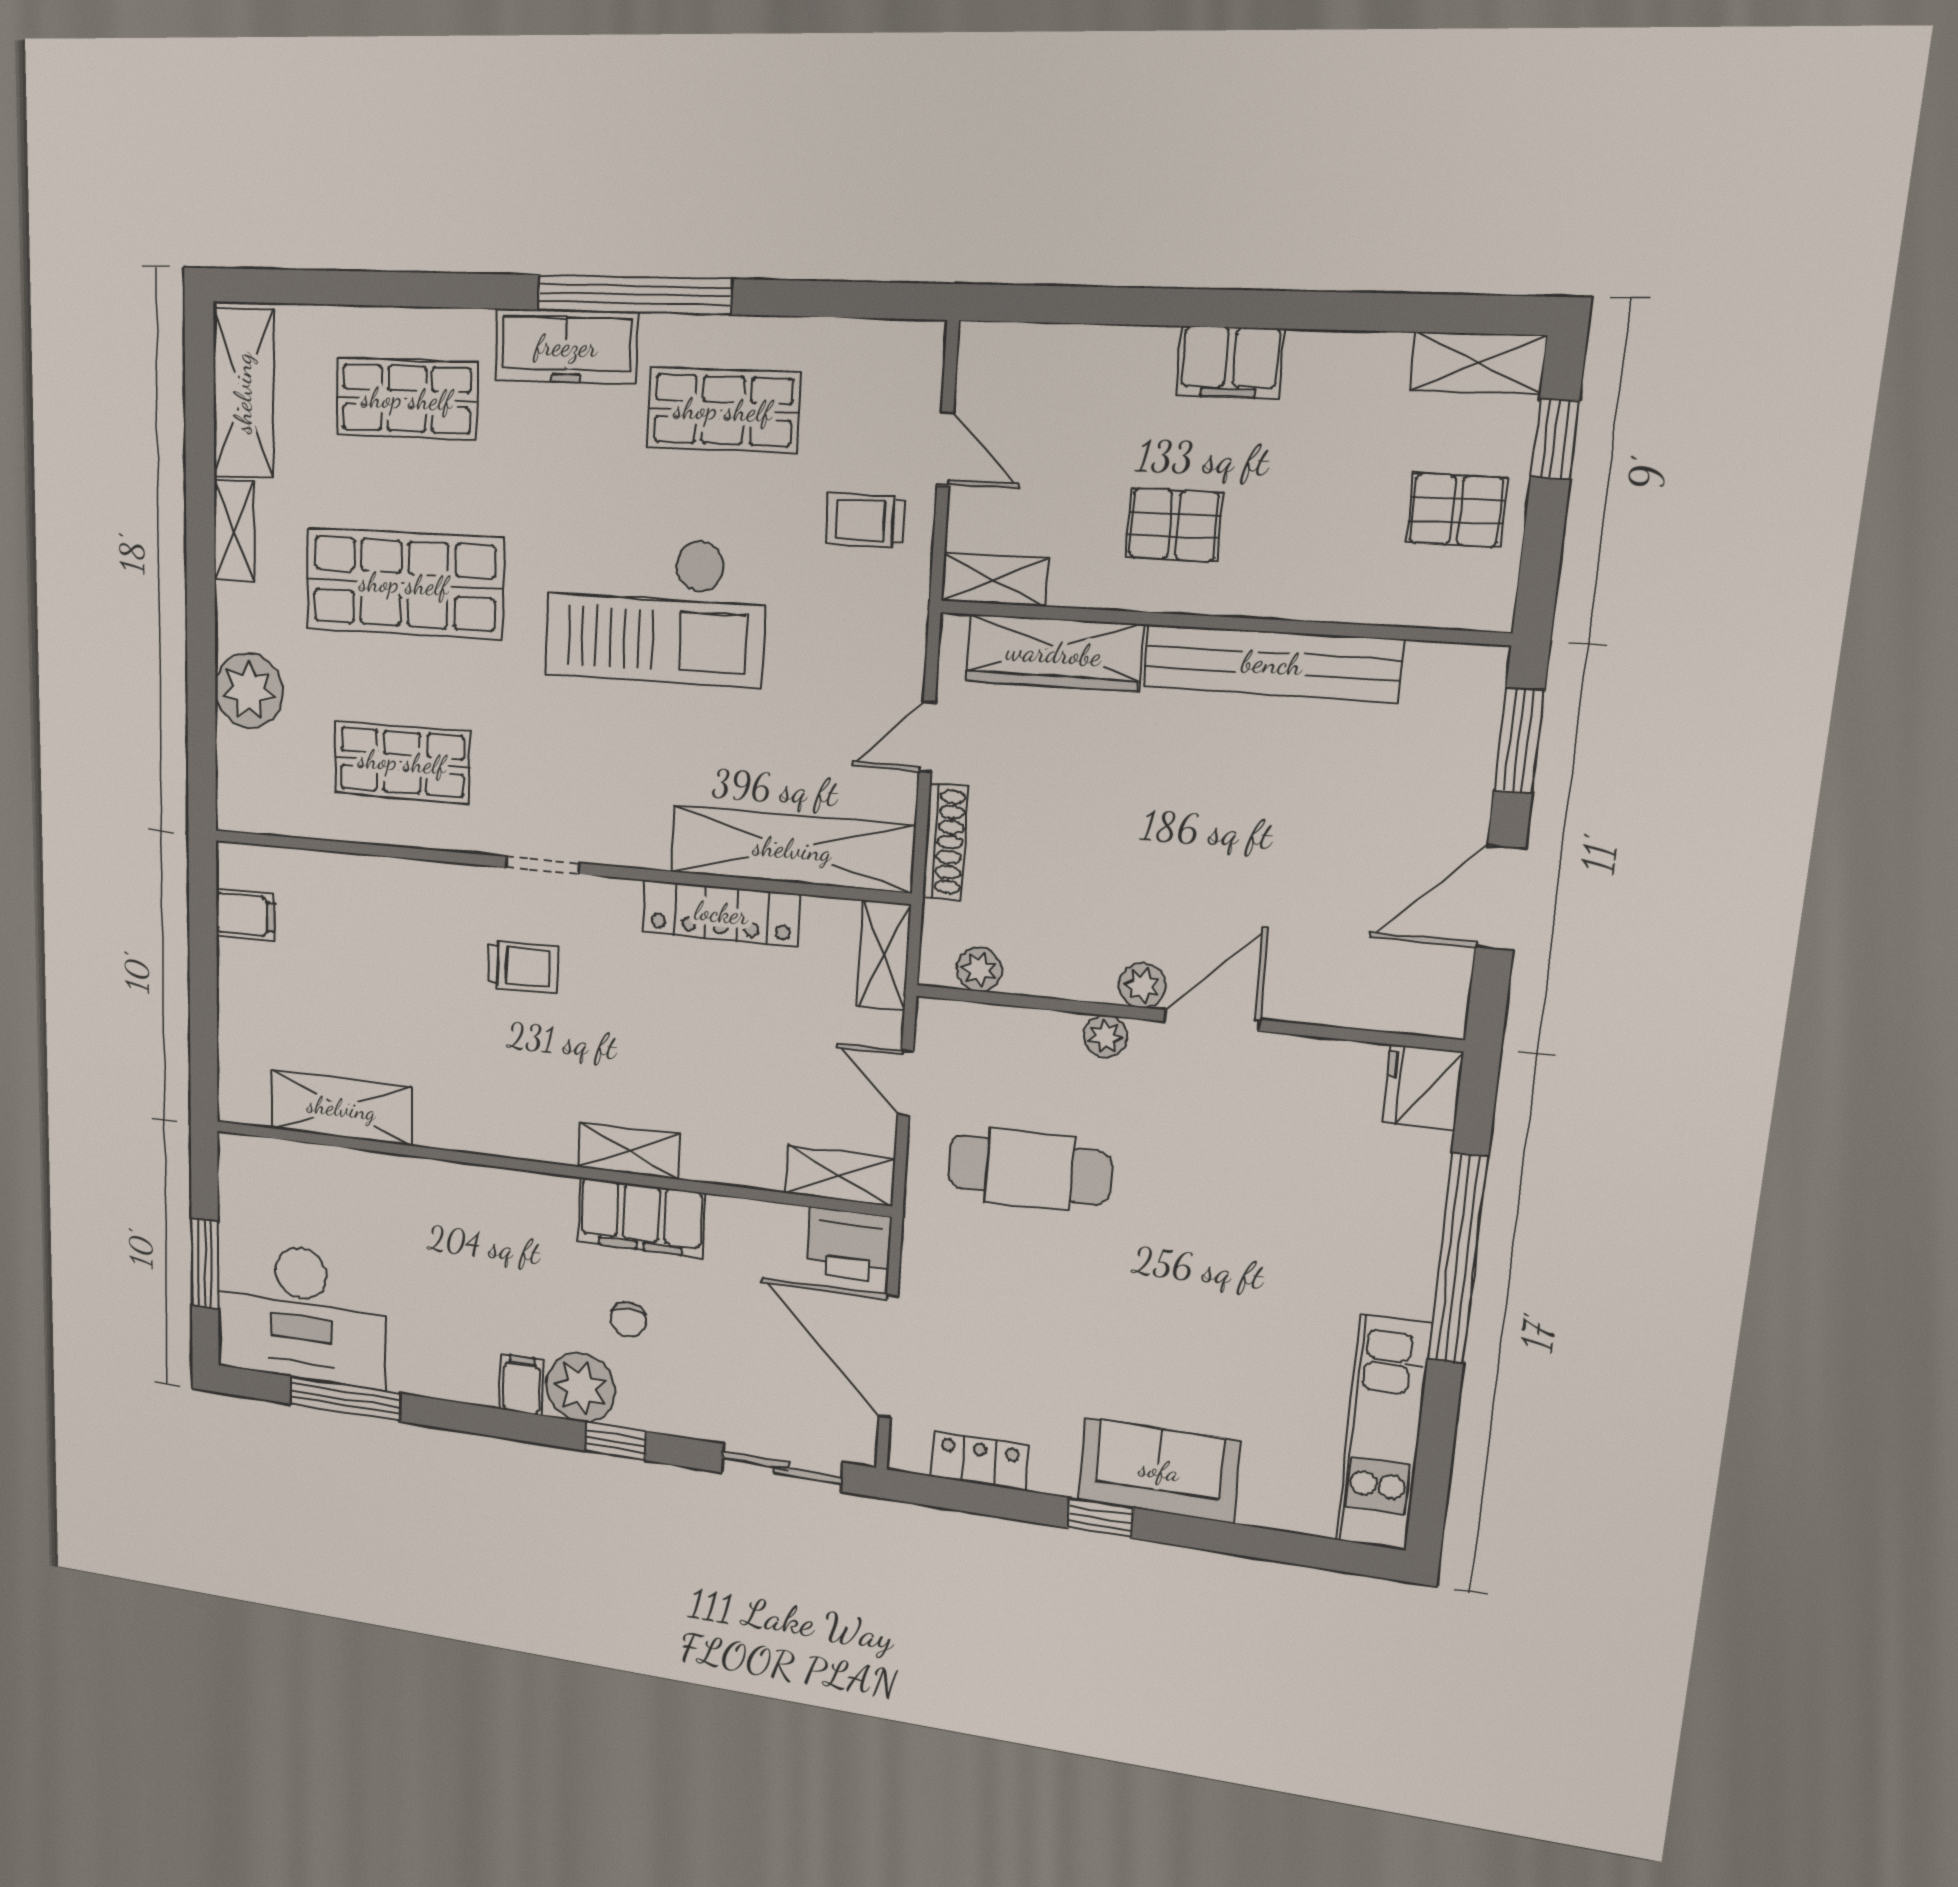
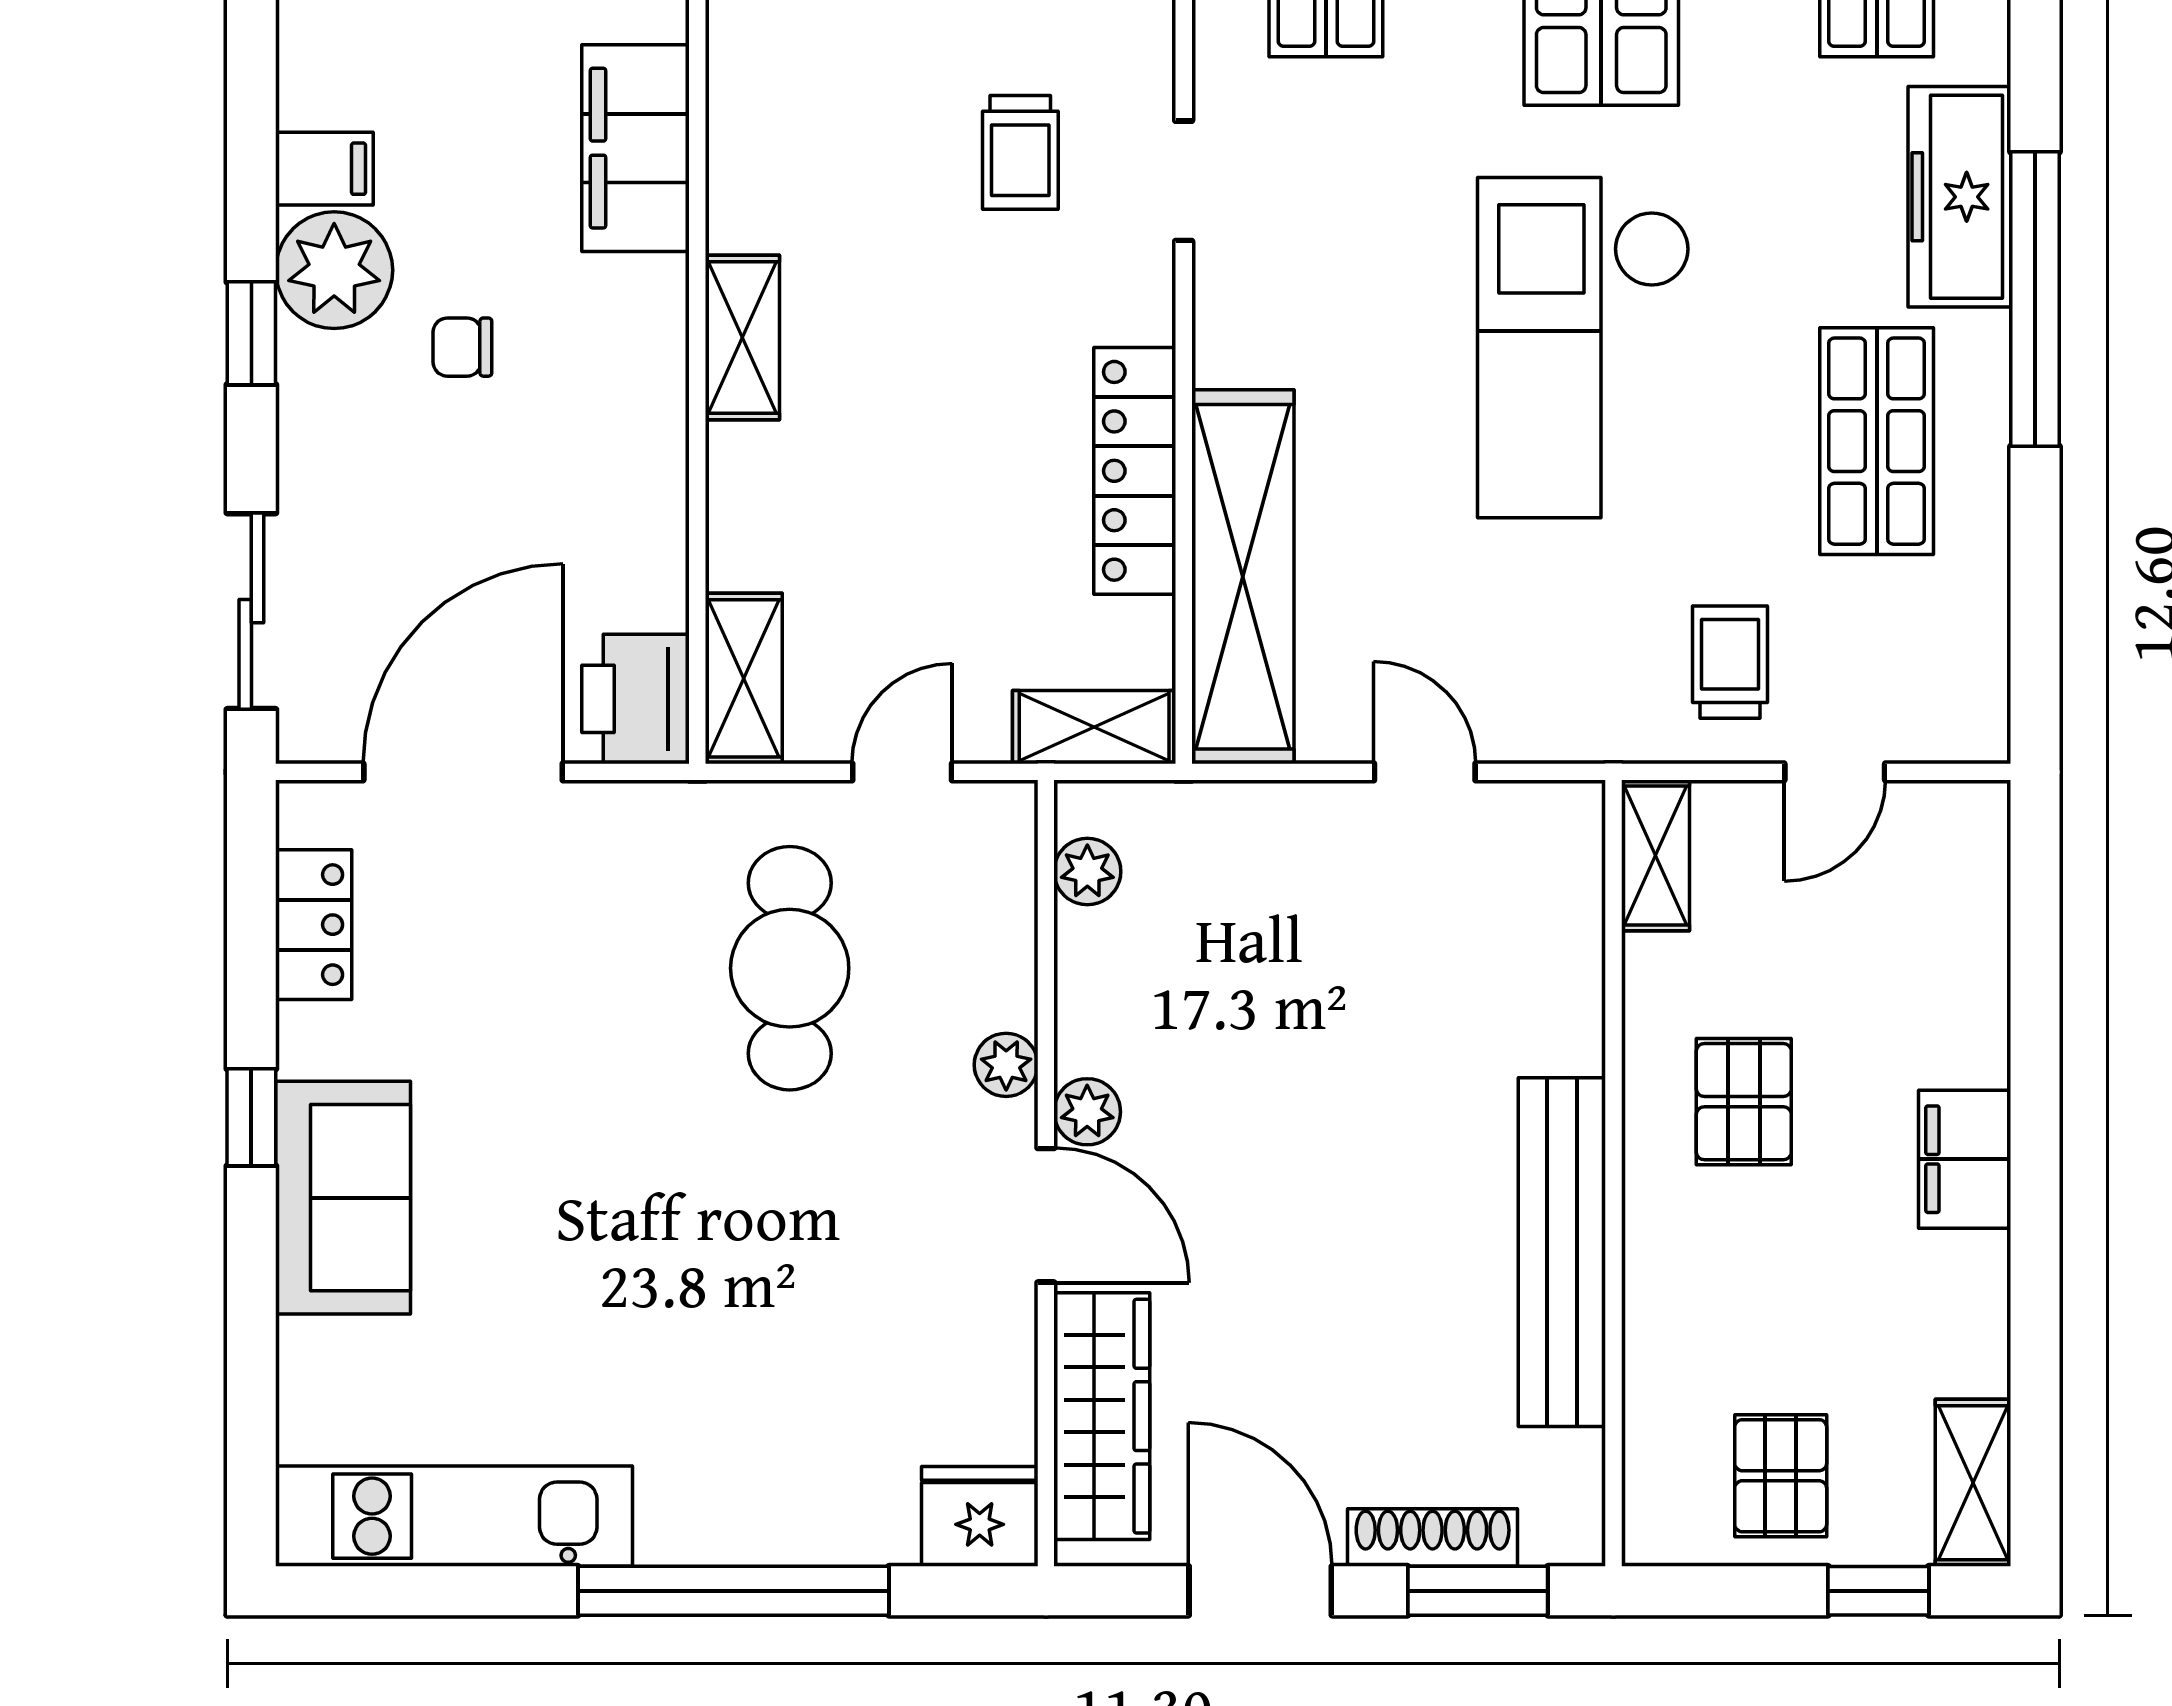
wardrobe: (1054, 653) -> (1102, 1416), moved, turned 180
shoe rack: (945, 842) -> (1433, 1538), moved, turned 180
filing cabinet: (641, 1217) -> (636, 148), moved

